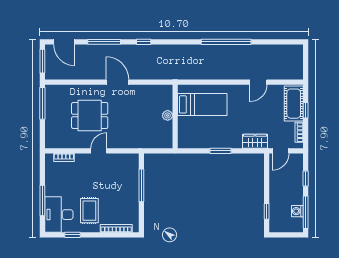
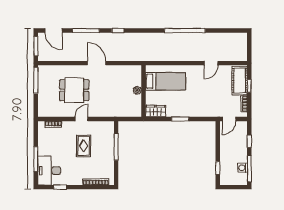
wardrobe: (255, 141) -> (156, 111), moved
rug: (89, 211) -> (84, 146), moved

